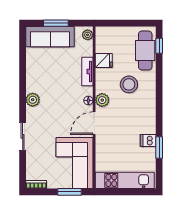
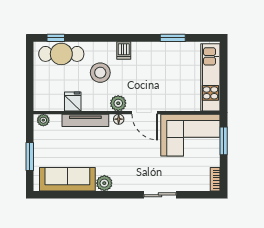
sofa: (50, 37) -> (67, 179), moved, turned -90
tv unit: (87, 71) -> (85, 120), width x1.41
plant: (33, 100) -> (104, 183), moved
dishwasher: (148, 140) -> (124, 51), moved

